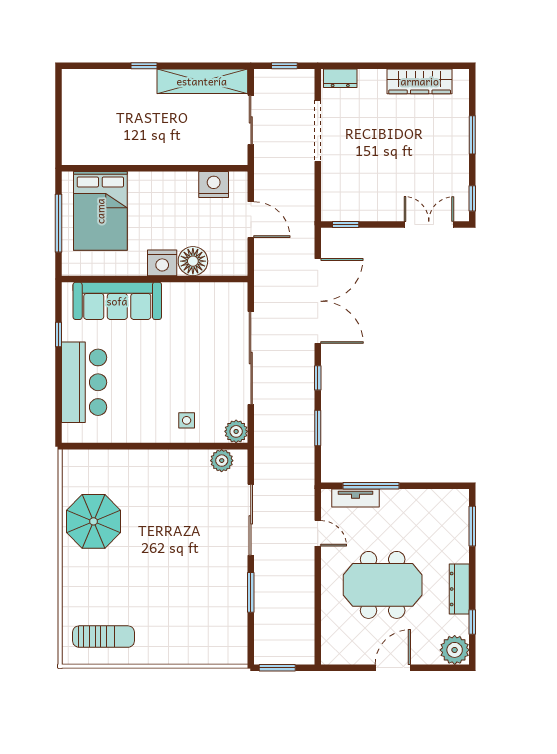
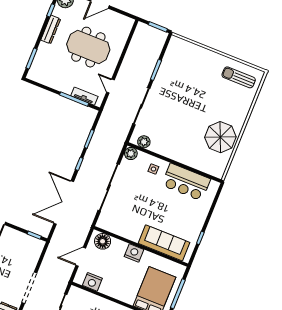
door: (251, 220) -> (81, 257), hinge flipped
floor lamp: (193, 261) -> (103, 241), moved
bar counter: (84, 382) -> (186, 182), moved, turned -90

